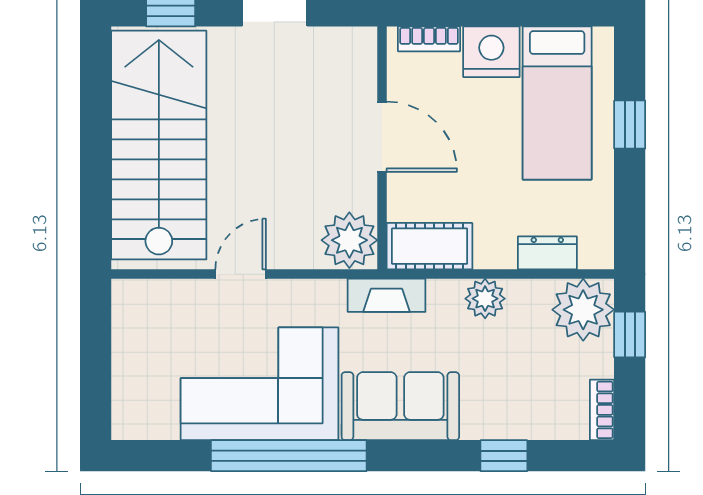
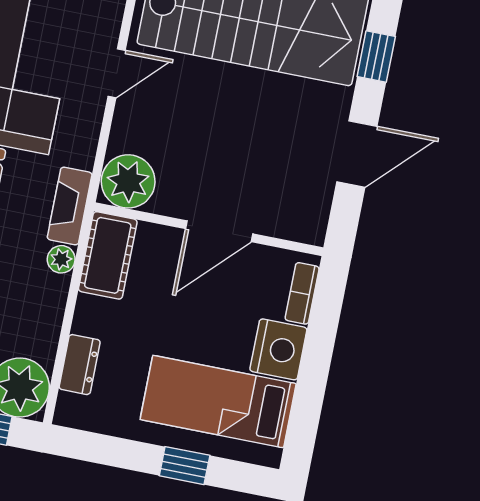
door: (241, 274) -> (117, 73), hinge flipped
plant: (485, 299) -> (61, 259), moved, width x0.73, depth x0.73

